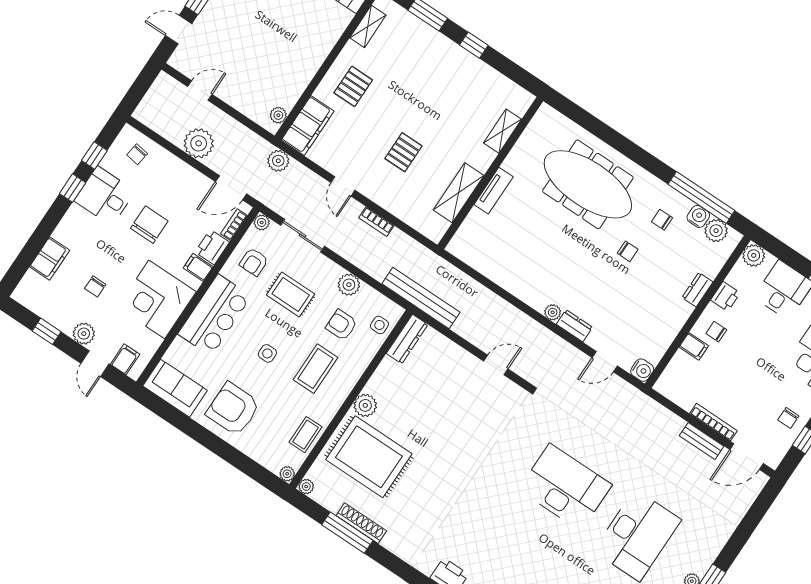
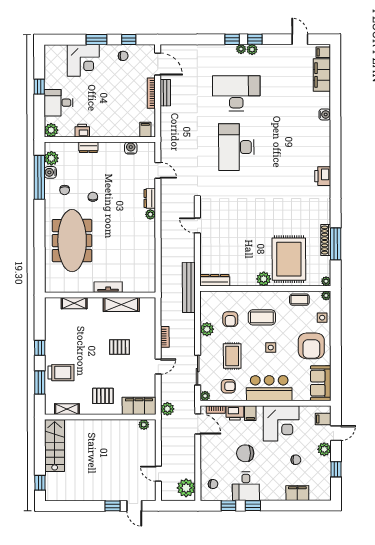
trolley: (422, 51) -> (61, 373), added
plant: (199, 143) -> (186, 488), moved
side table: (379, 325) -> (322, 318), moved
chair: (716, 332) -> (104, 123), removed
filing cabinet: (694, 346) -> (145, 130), moved
water cooler: (642, 370) -> (131, 148), moved

